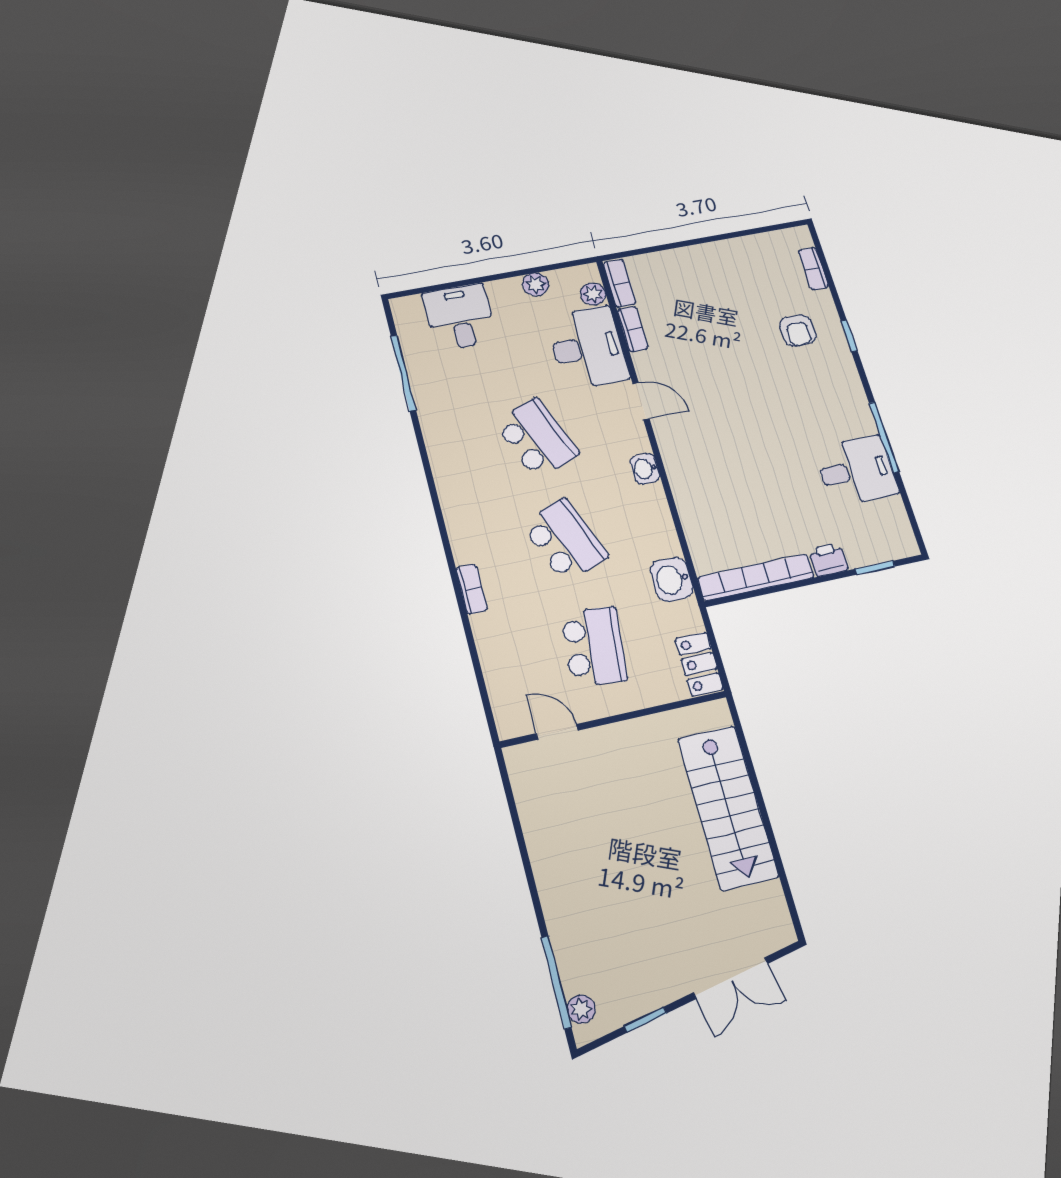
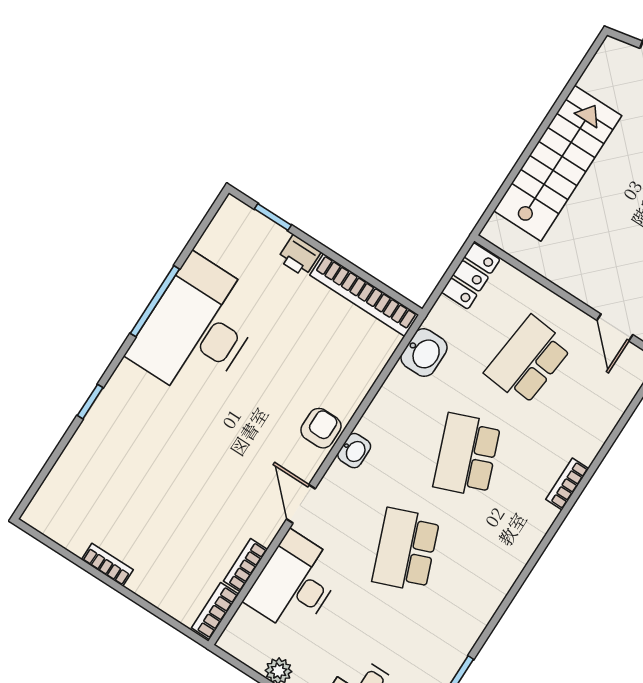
bookcase: (813, 269) -> (107, 565), moved, turned -90
plant: (593, 294) -> (244, 622), removed
armchair: (798, 330) -> (321, 428), moved
desk: (856, 471) -> (197, 328), width x1.87, depth x1.30

